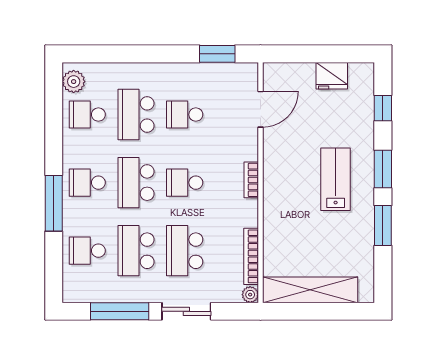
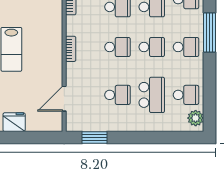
school desk: (136, 183) -> (152, 47), width x0.54

